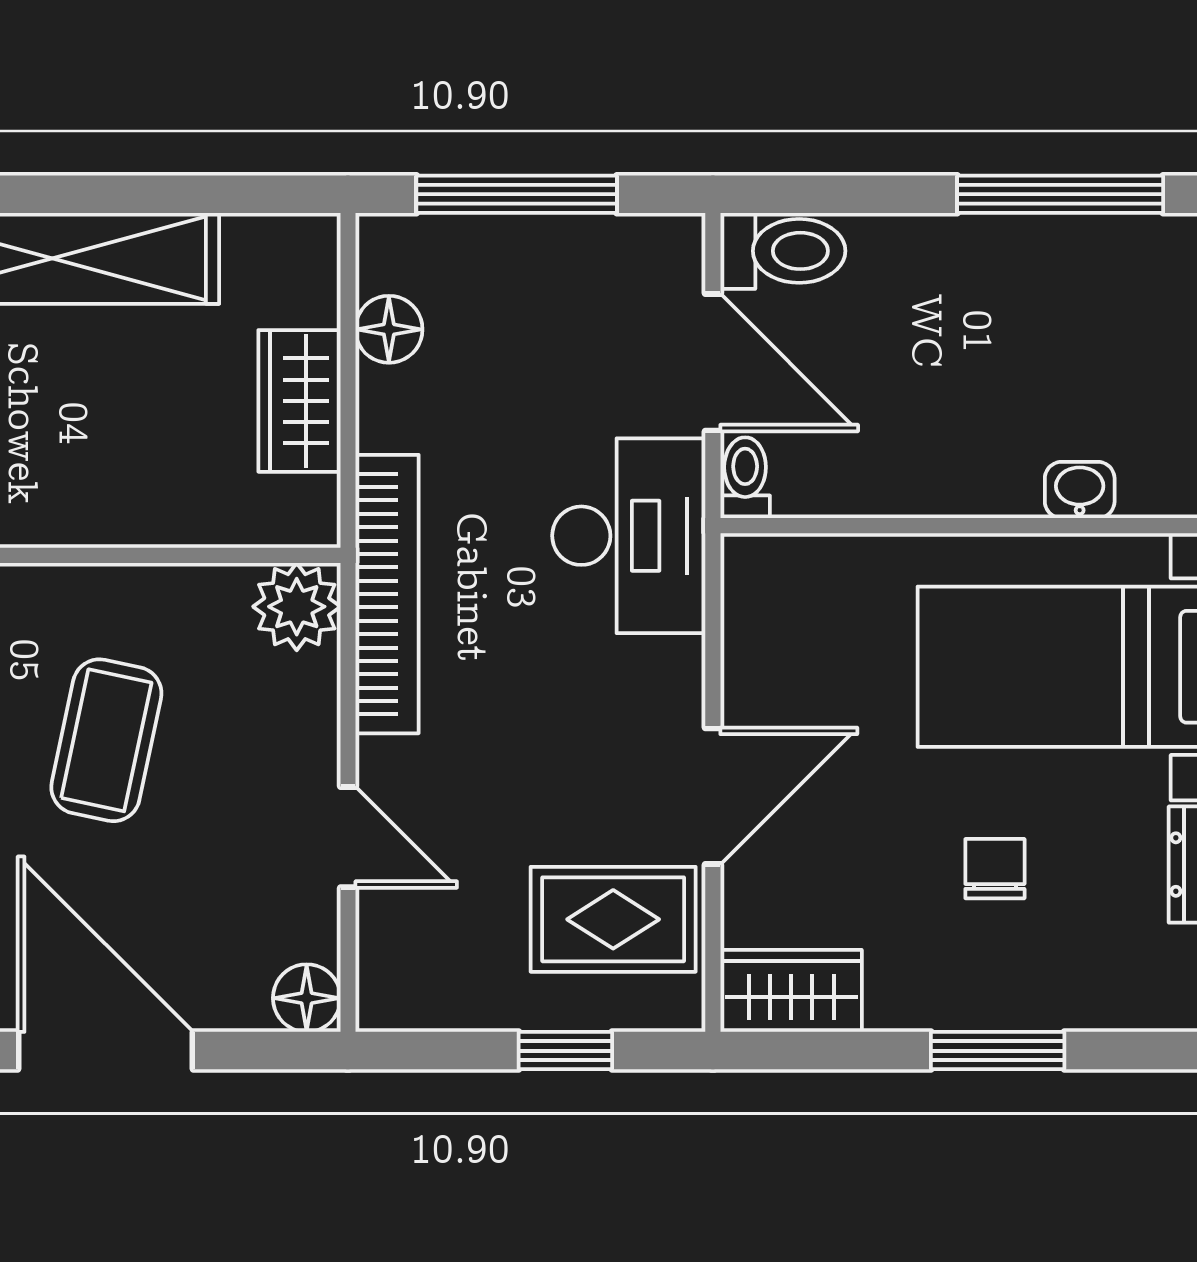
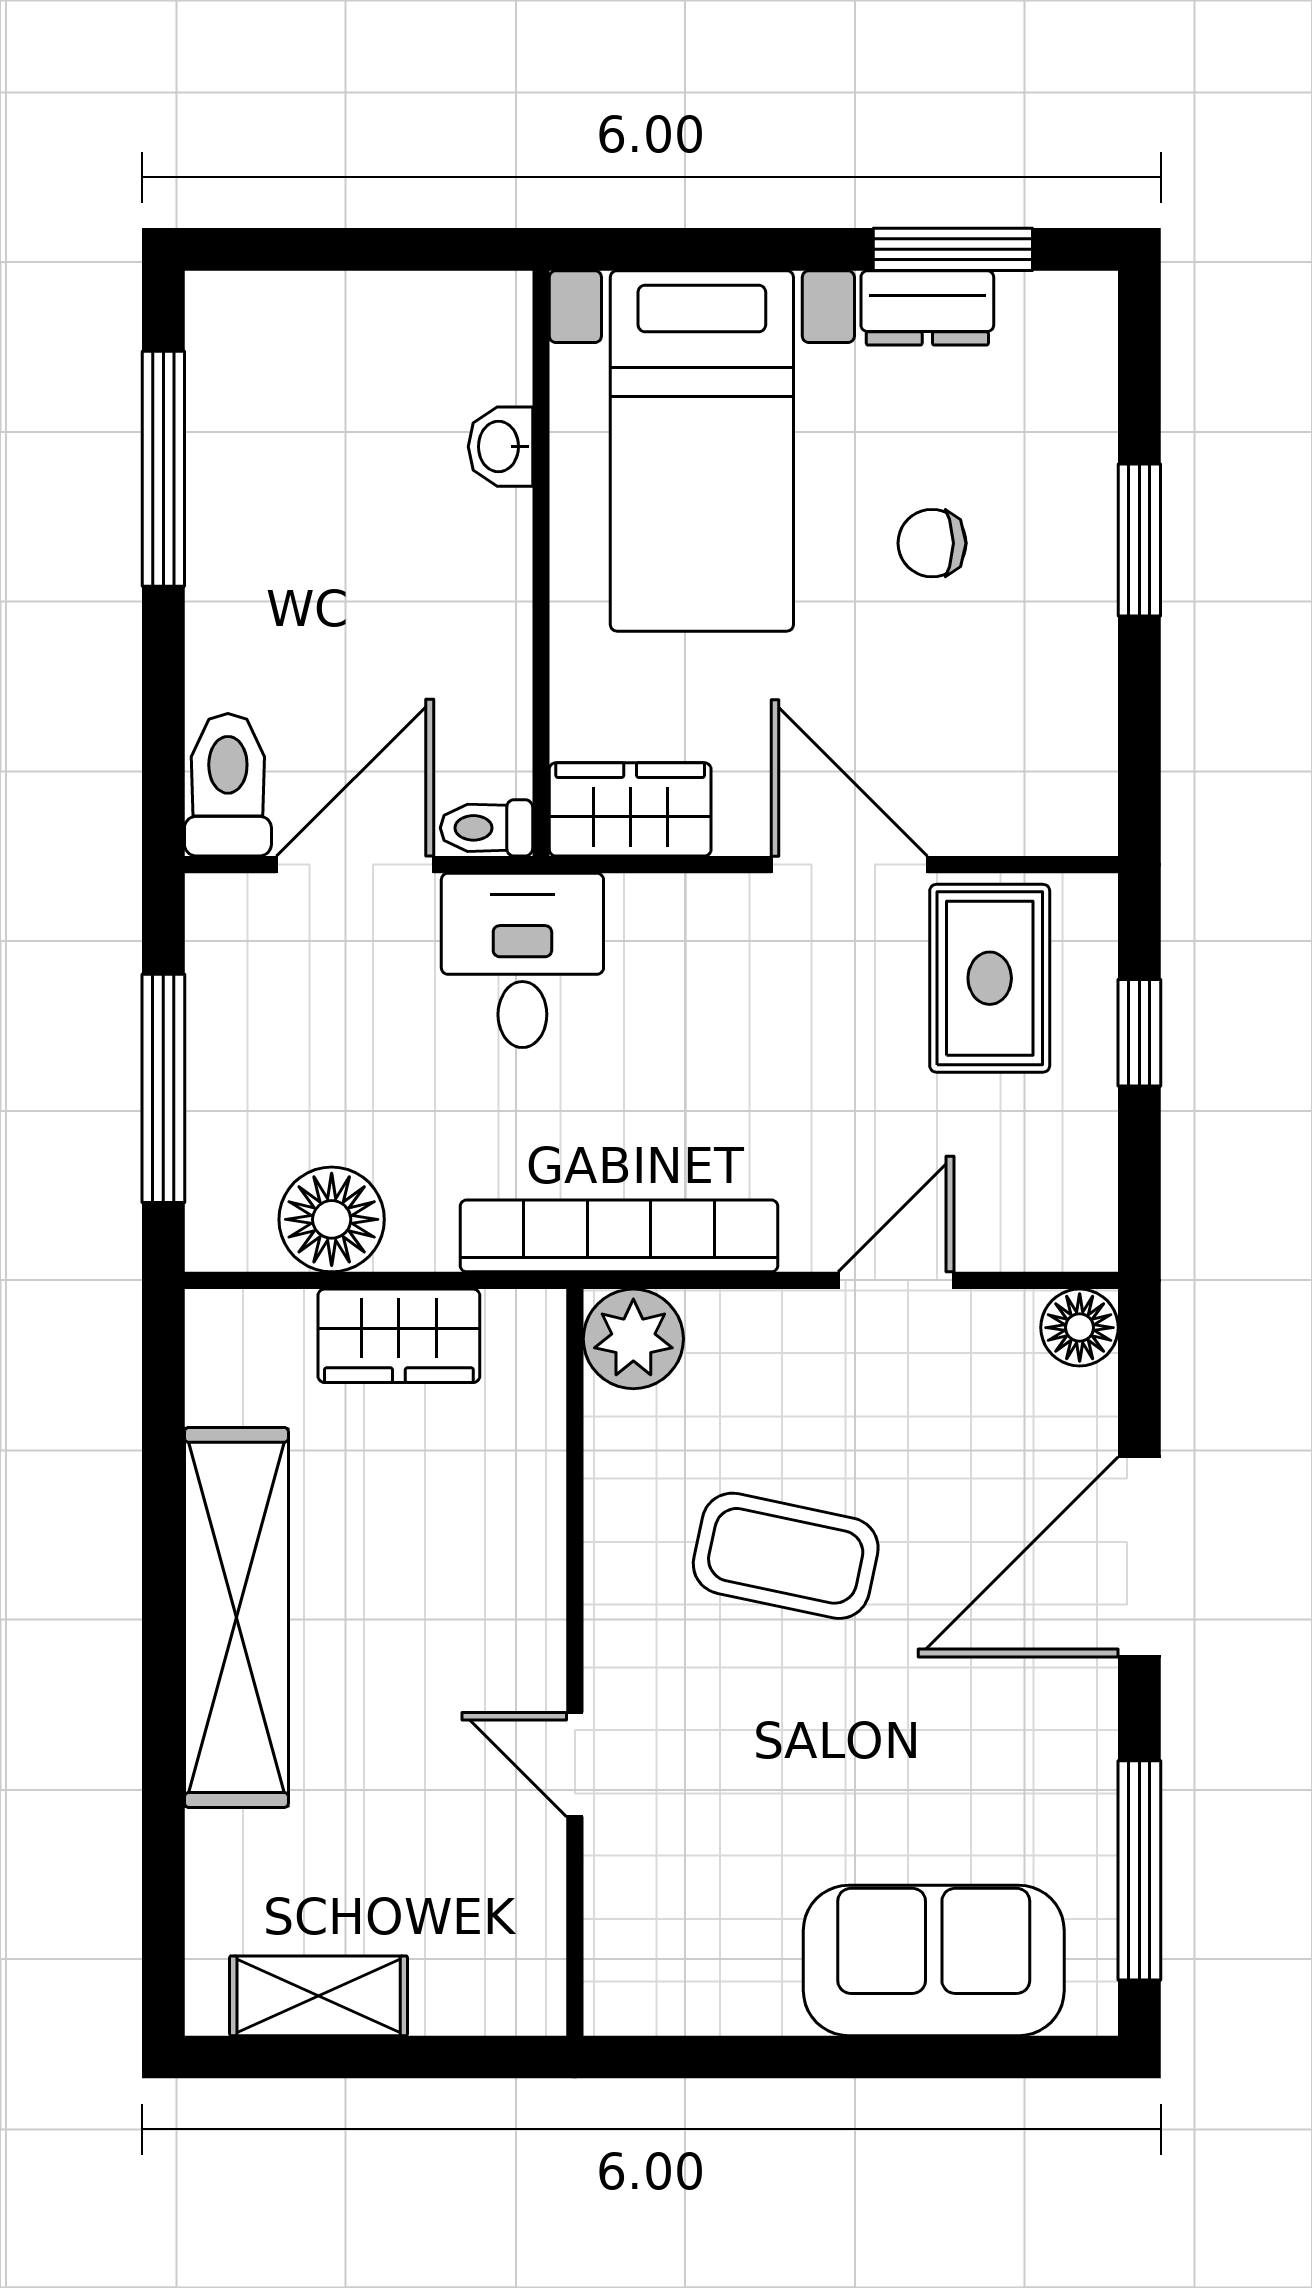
floor lamp: (389, 329) -> (332, 1219), width x1.38, depth x1.38
desk: (629, 536) -> (522, 960), width x0.73
wardrobe: (791, 991) -> (630, 809), moved, turned 90

